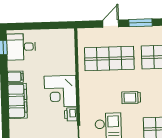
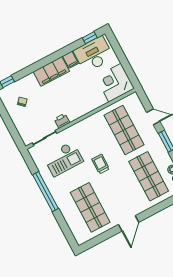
desk: (21, 47) -> (94, 54), width x1.37
corner desk: (60, 91) -> (115, 83), moved

